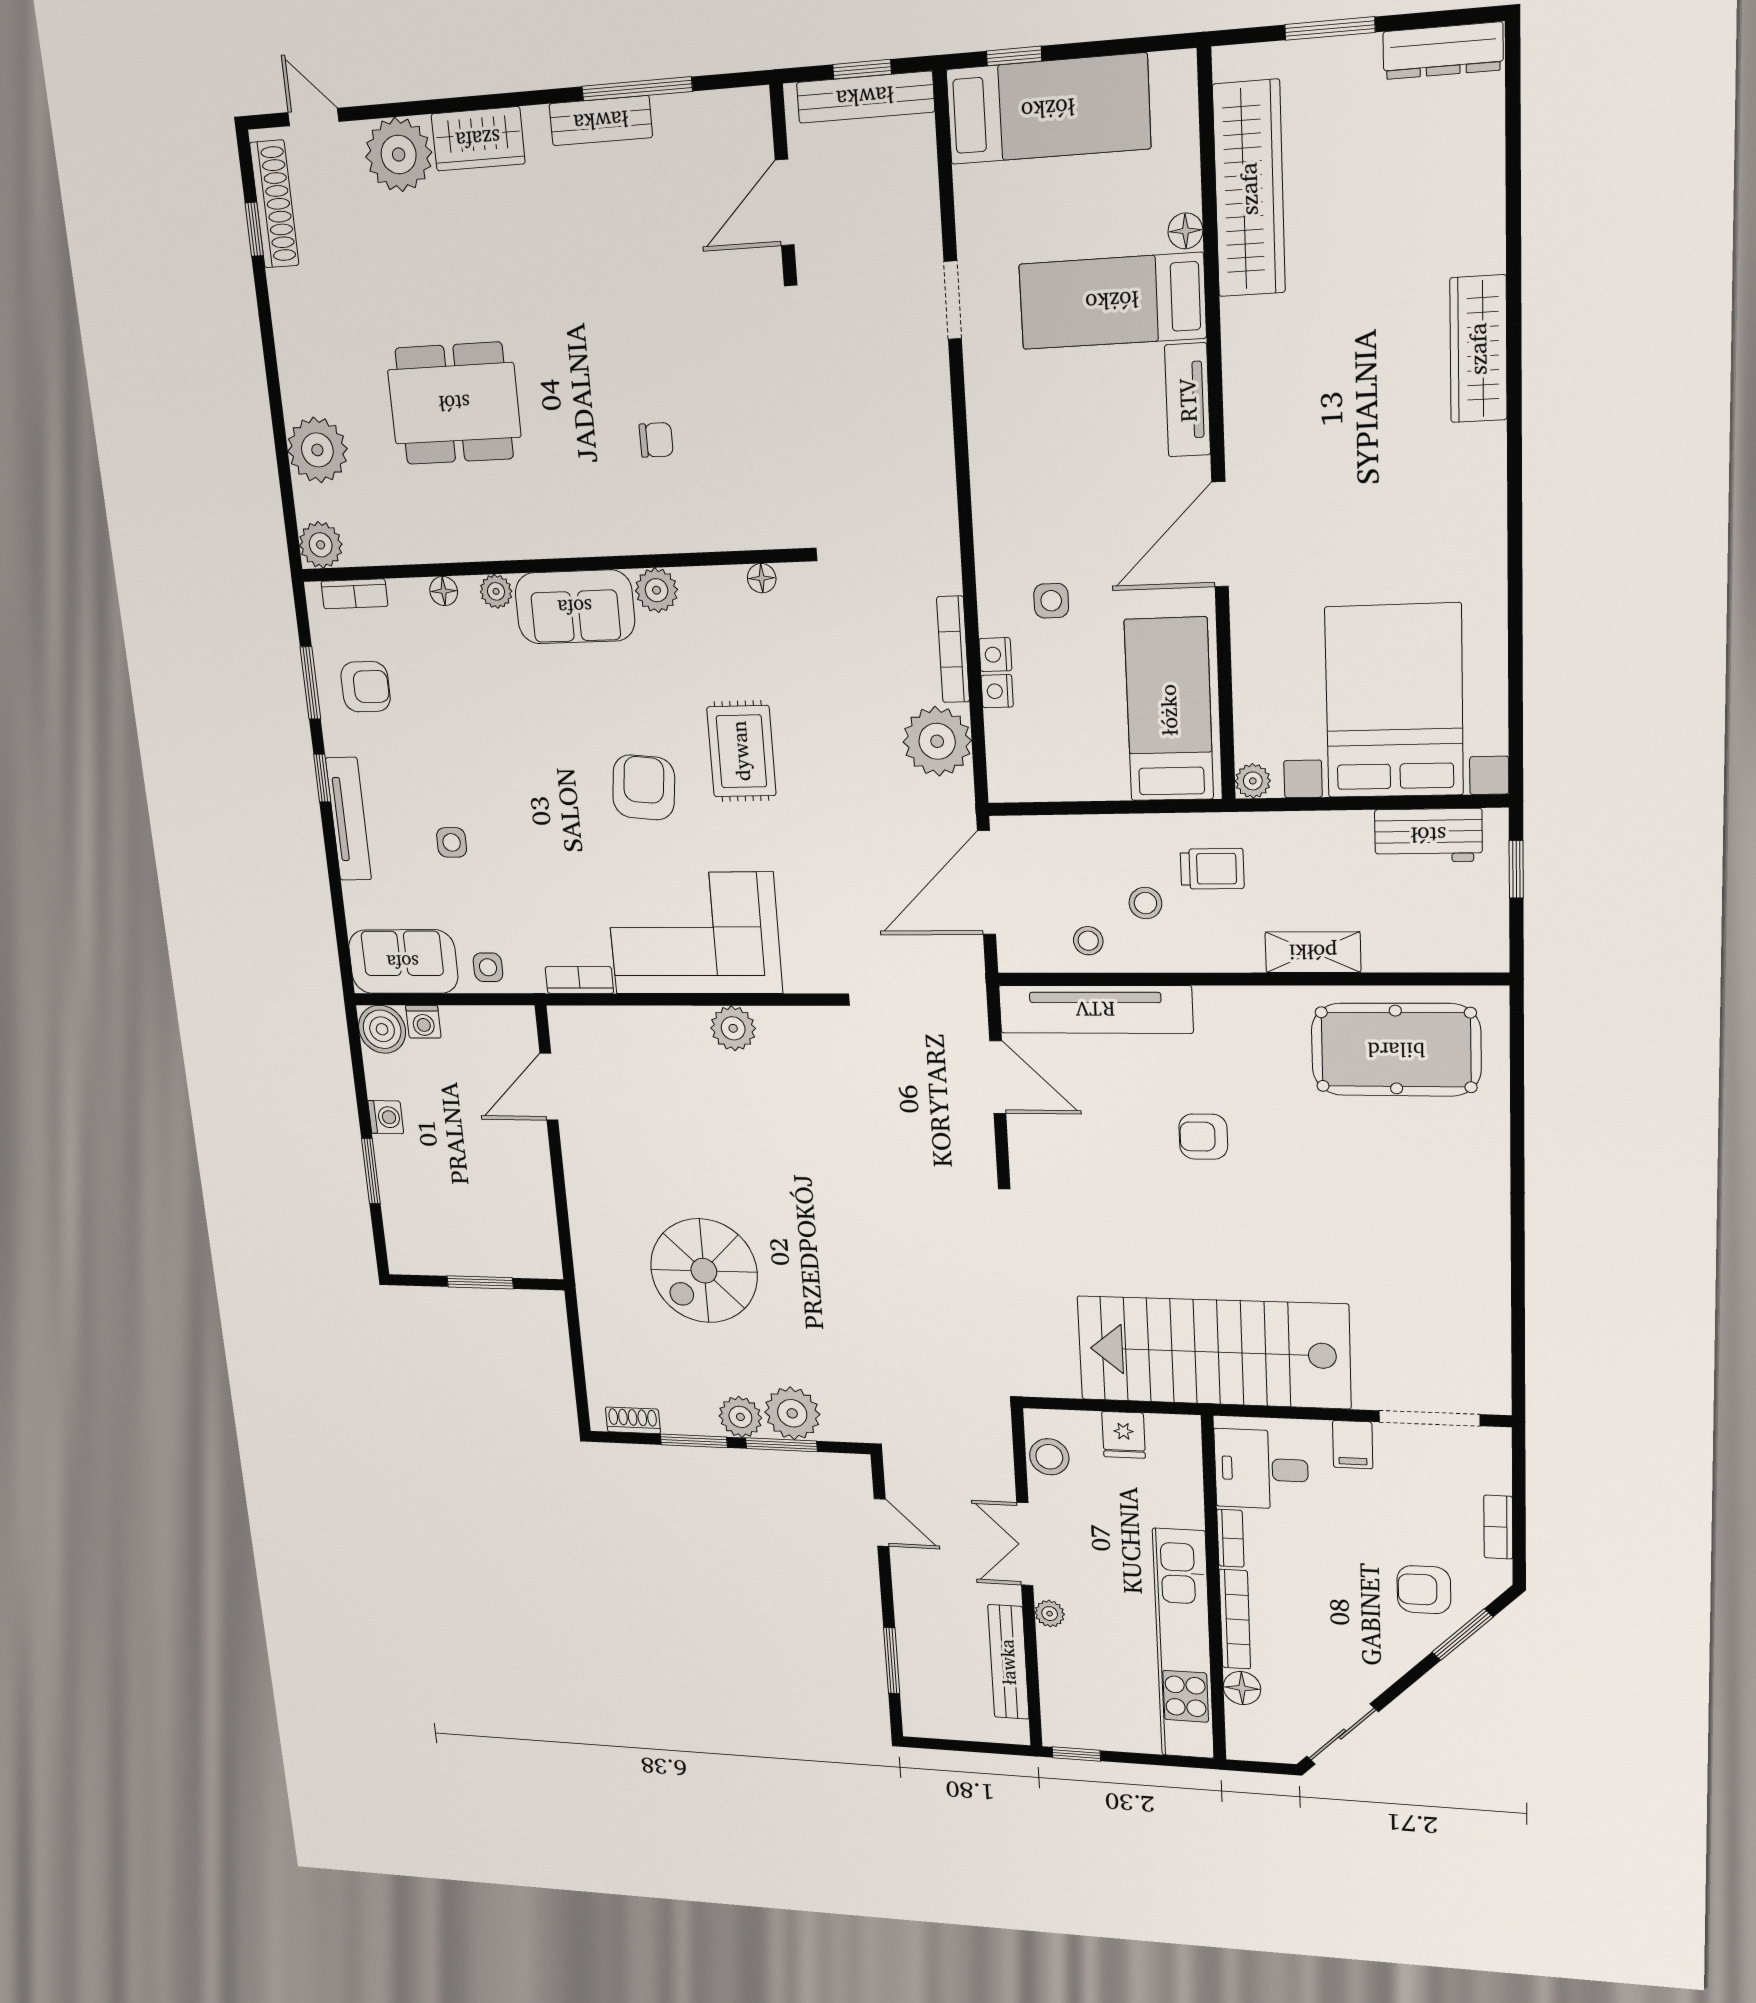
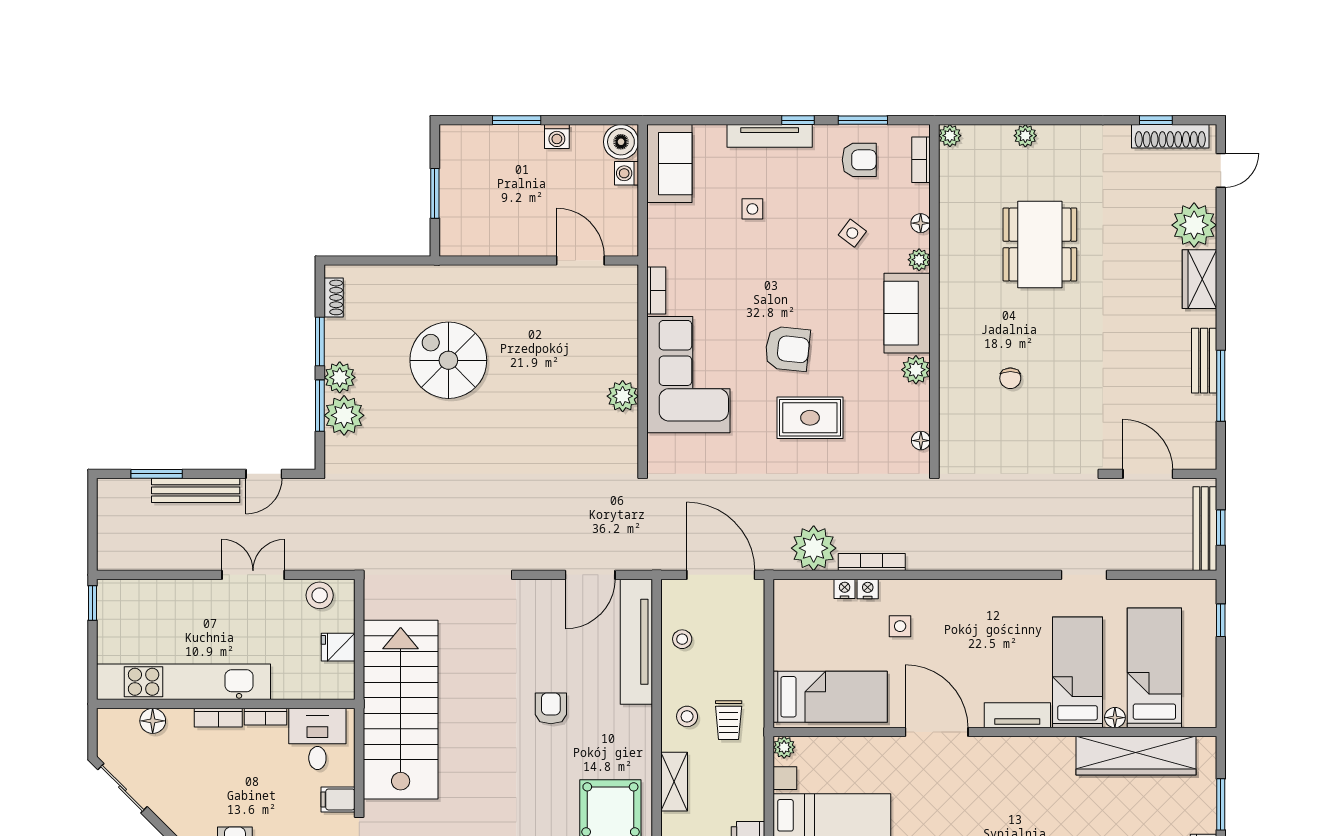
bed: (1048, 109) -> (1154, 668), moved, turned 180
plant: (317, 450) -> (1025, 136), width x0.53, depth x0.53
plant: (321, 545) -> (950, 136), width x0.73, depth x0.73
armchair: (366, 687) -> (859, 160), turned -90
stool: (1145, 903) -> (687, 716), moved
side table: (488, 967) -> (852, 233), moved, turned 37
plant: (1050, 1614) -> (201, 590), removed
bookcase: (1235, 1619) -> (218, 718), width x0.64
bench: (1008, 1662) -> (196, 490), moved

